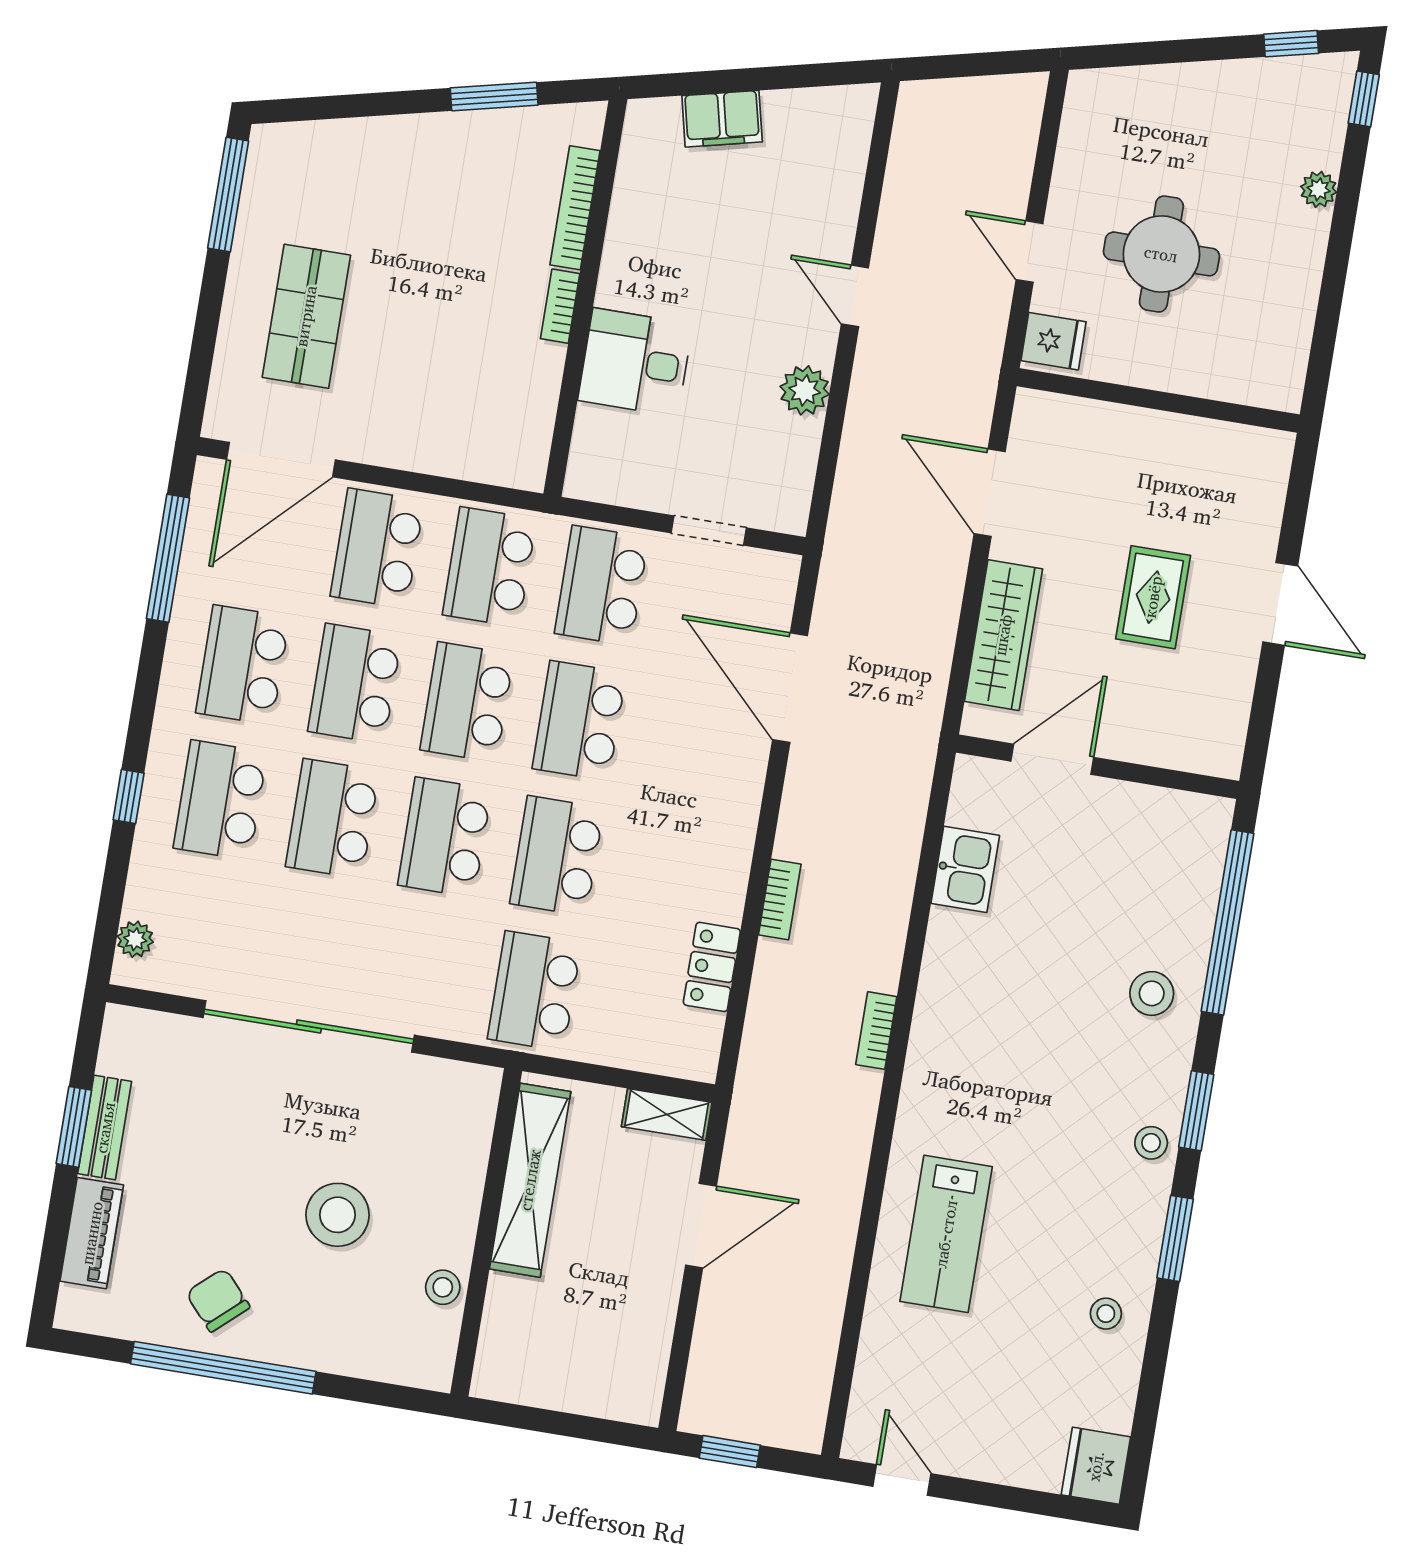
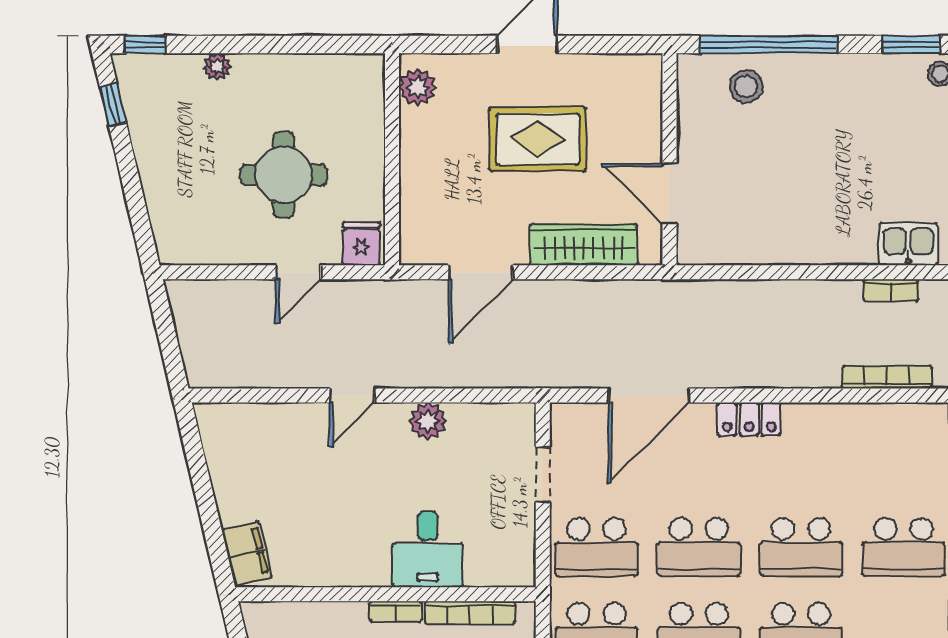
filing cabinet: (722, 119) -> (247, 553), moved
bookcase: (575, 208) -> (470, 613), moved
plant: (1248, 450) -> (418, 87), added
rug: (1153, 597) -> (538, 139), width x1.36, depth x1.43
kitchen sink: (965, 869) -> (908, 244), moved
bookcase: (780, 899) -> (887, 377), moved, width x1.56
locker: (712, 967) -> (749, 419), moved
stool: (1152, 993) -> (746, 86), moved

